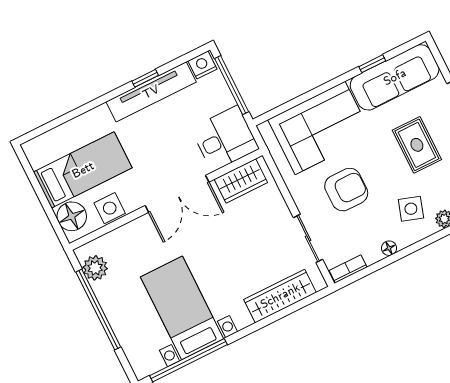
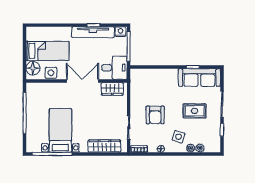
corner sofa: (320, 128) -> (157, 83), removed
rug: (417, 145) -> (195, 111), turned 90
armchair: (346, 190) -> (155, 115), turned 90
double door: (177, 194) -> (82, 81), swing flipped
plant: (95, 268) -> (32, 95), removed

